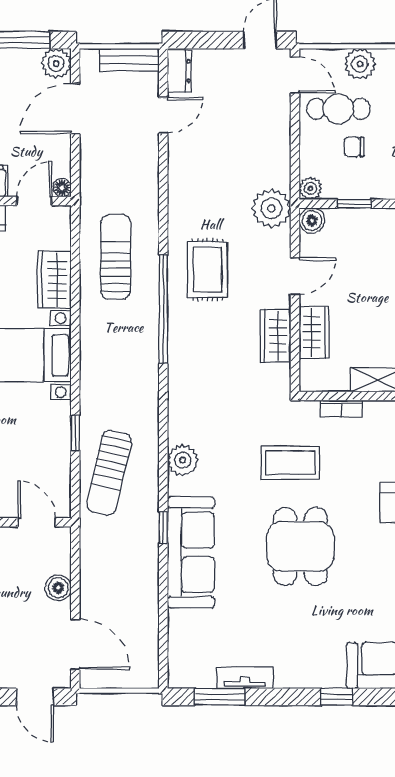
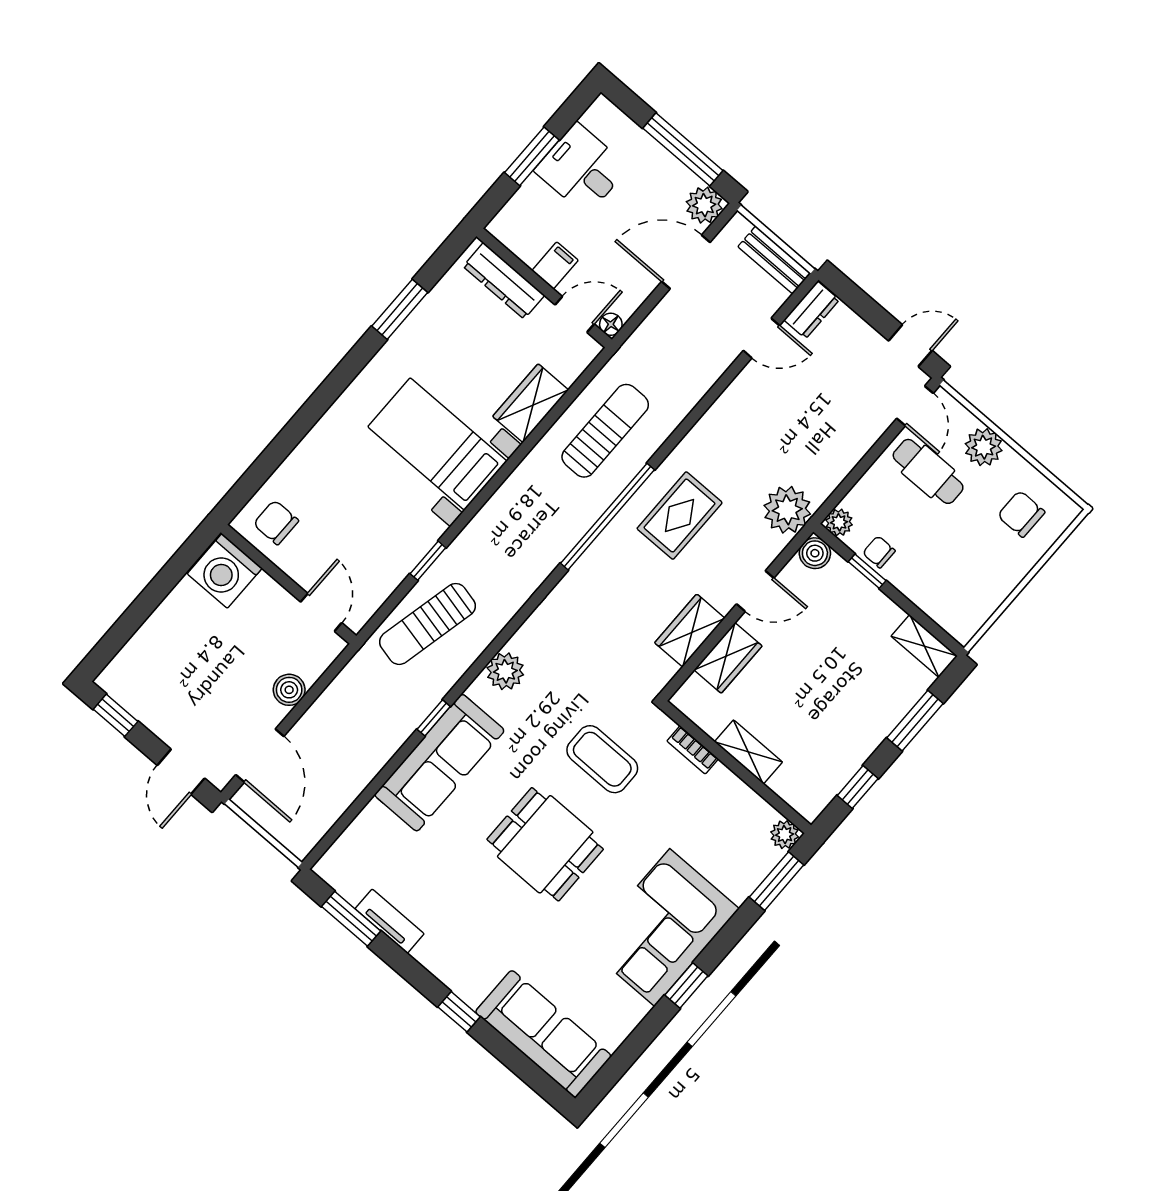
chair: (354, 147) -> (879, 552), moved
dining table: (300, 546) -> (545, 844), turned 90

